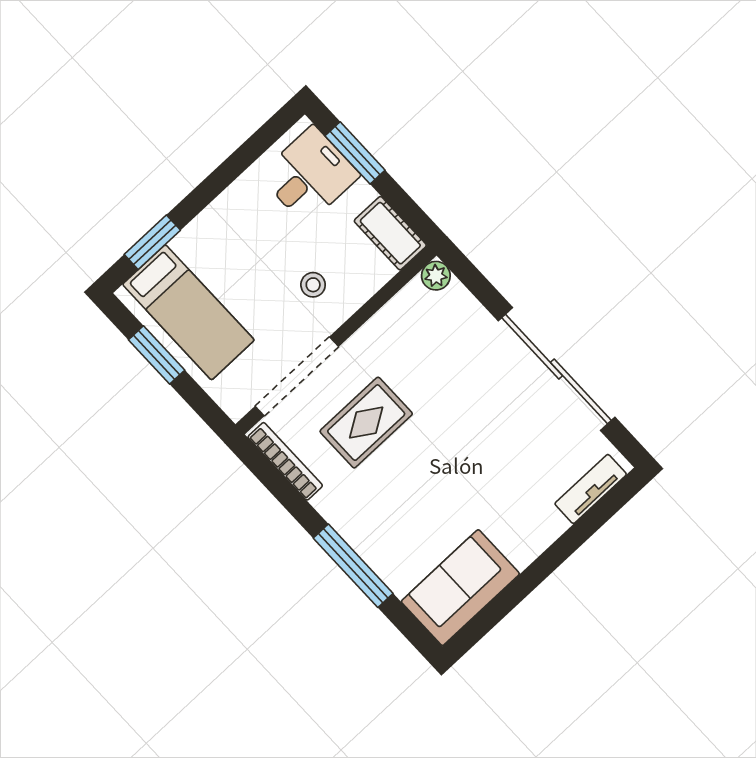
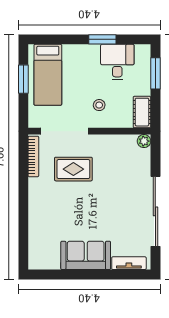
desk: (309, 175) -> (117, 62), moved, turned -90
window: (152, 242) -> (102, 39), moved
window: (353, 566) -> (23, 214), removed
sofa: (460, 588) -> (86, 255), moved

